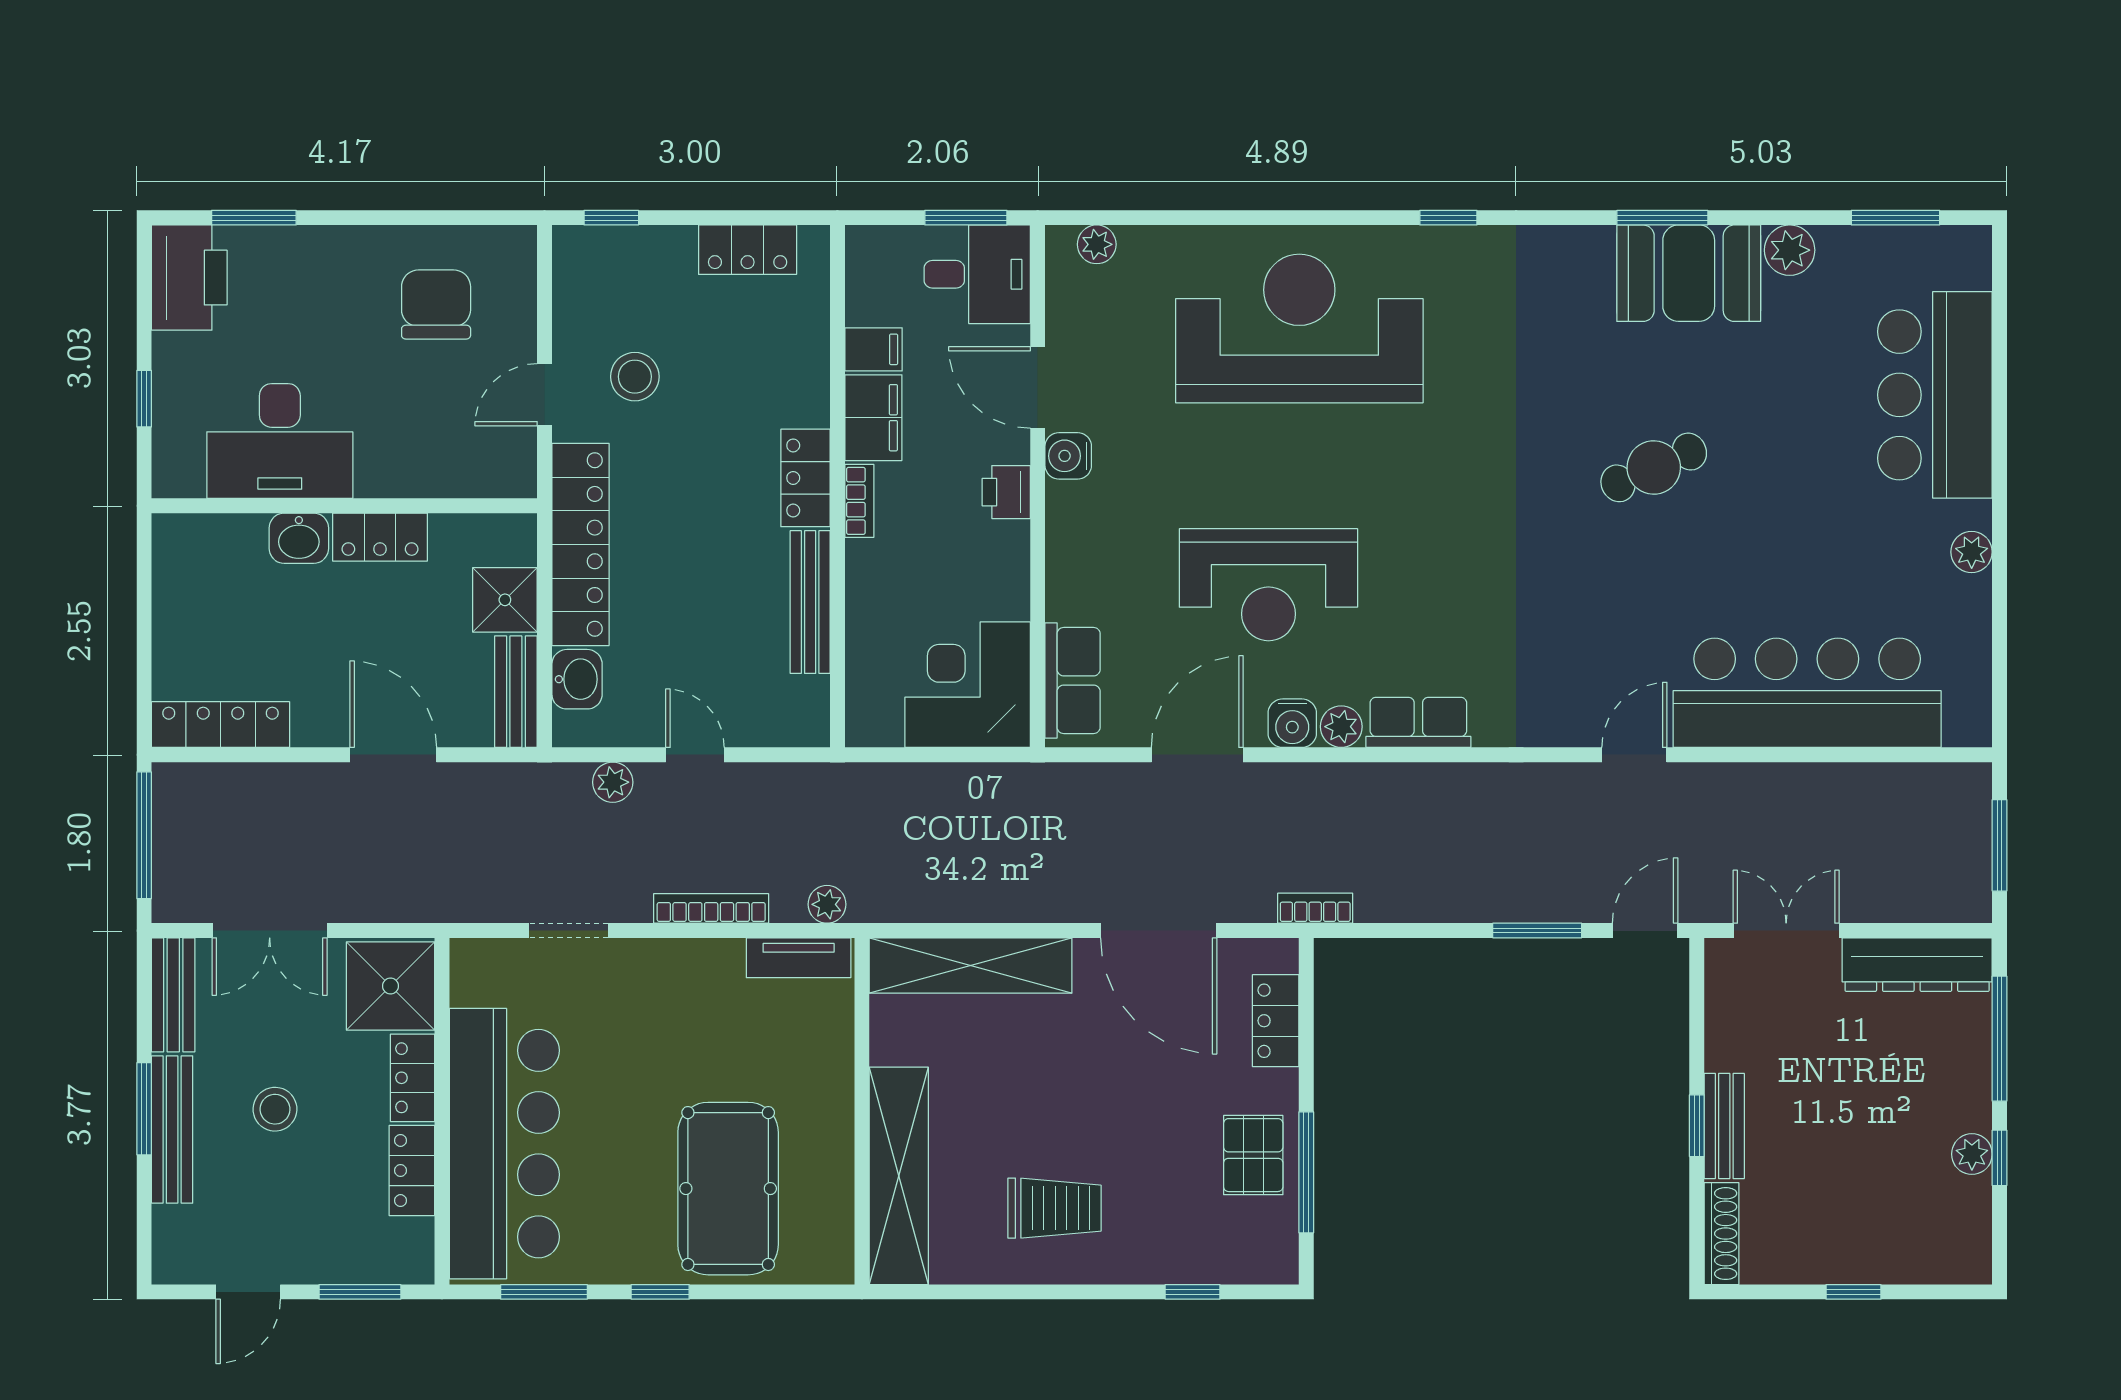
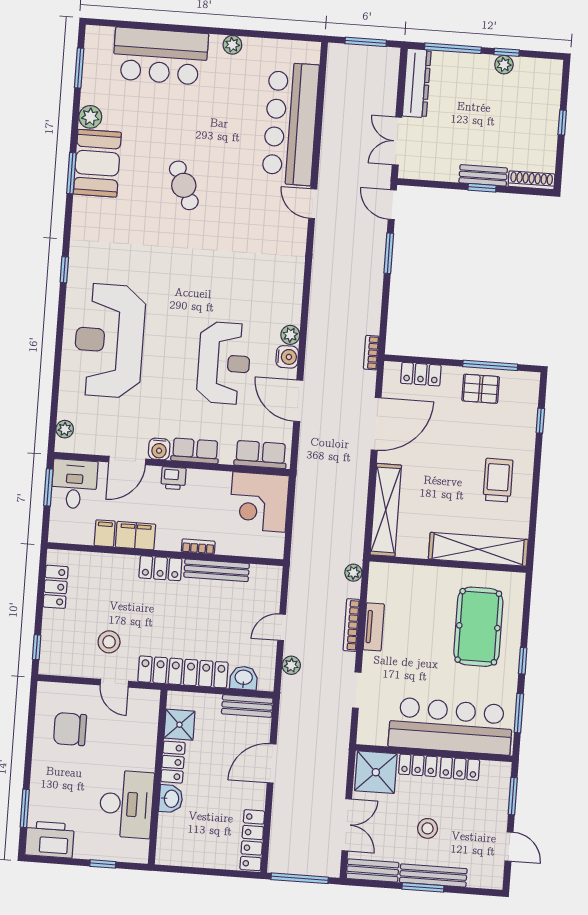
bookcase: (859, 501) -> (198, 547), moved
shower: (505, 600) -> (179, 725), moved
row of seats: (1418, 722) -> (195, 451), moved, turned 90
tv unit: (799, 958) -> (374, 627), moved
pool table: (728, 1189) -> (478, 627), turned 90

